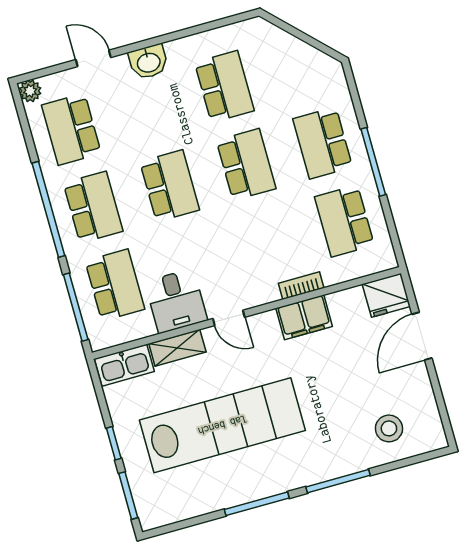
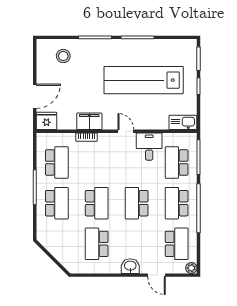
school desk: (246, 164) -> (97, 203), turned 180
shelving: (177, 348) -> (155, 124), removed

